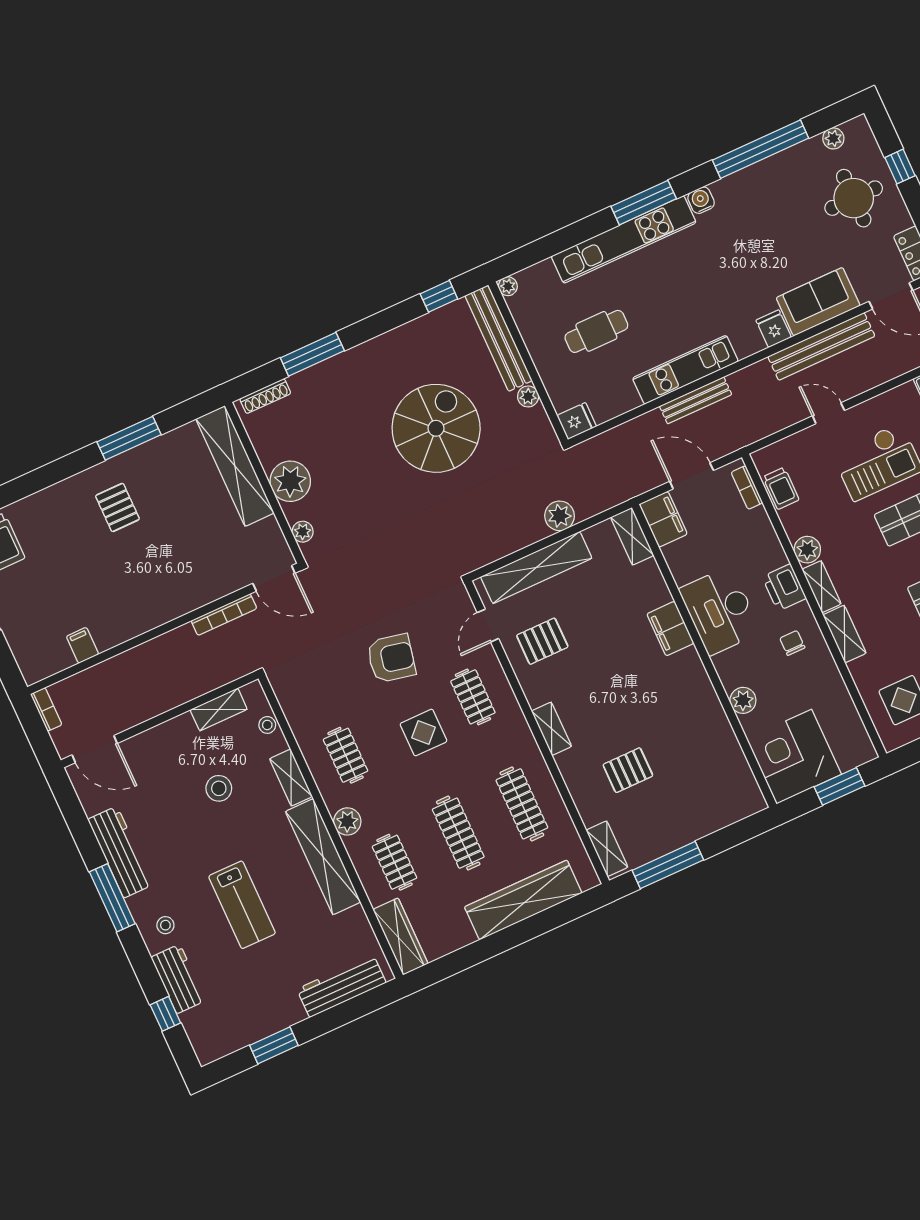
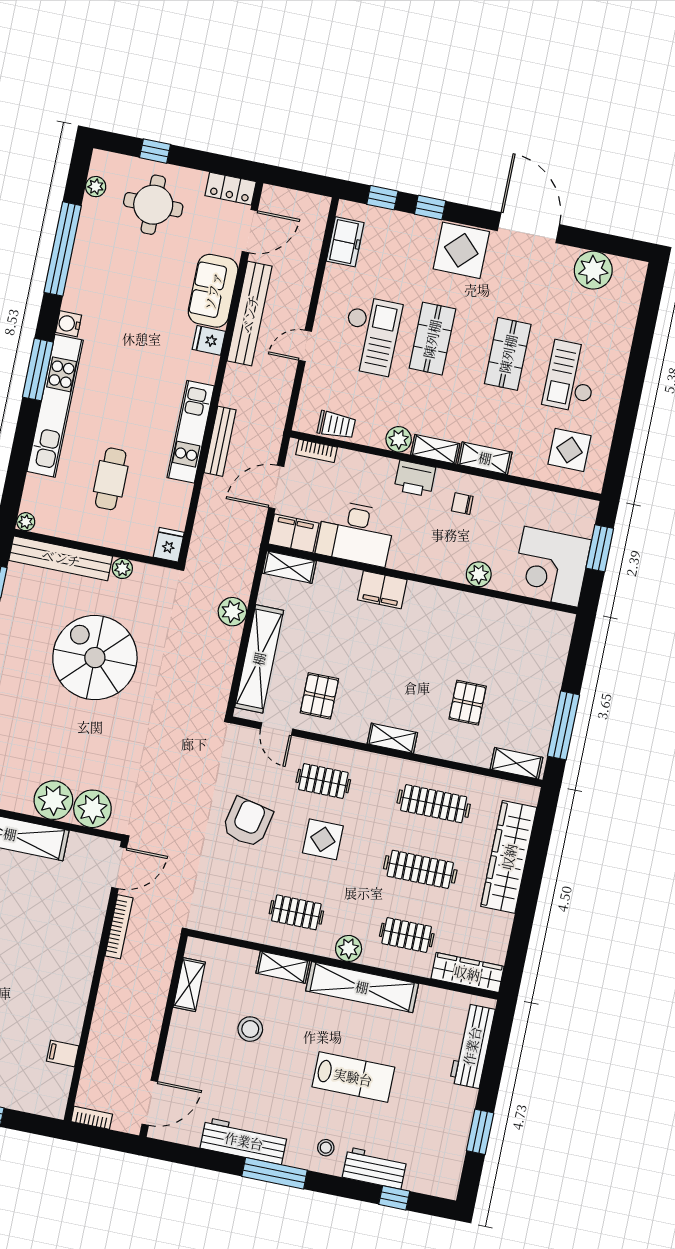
plant: (303, 532) -> (92, 809), width x1.87, depth x1.87
desk: (720, 611) -> (356, 533), moved
stool: (267, 725) -> (229, 956), removed

